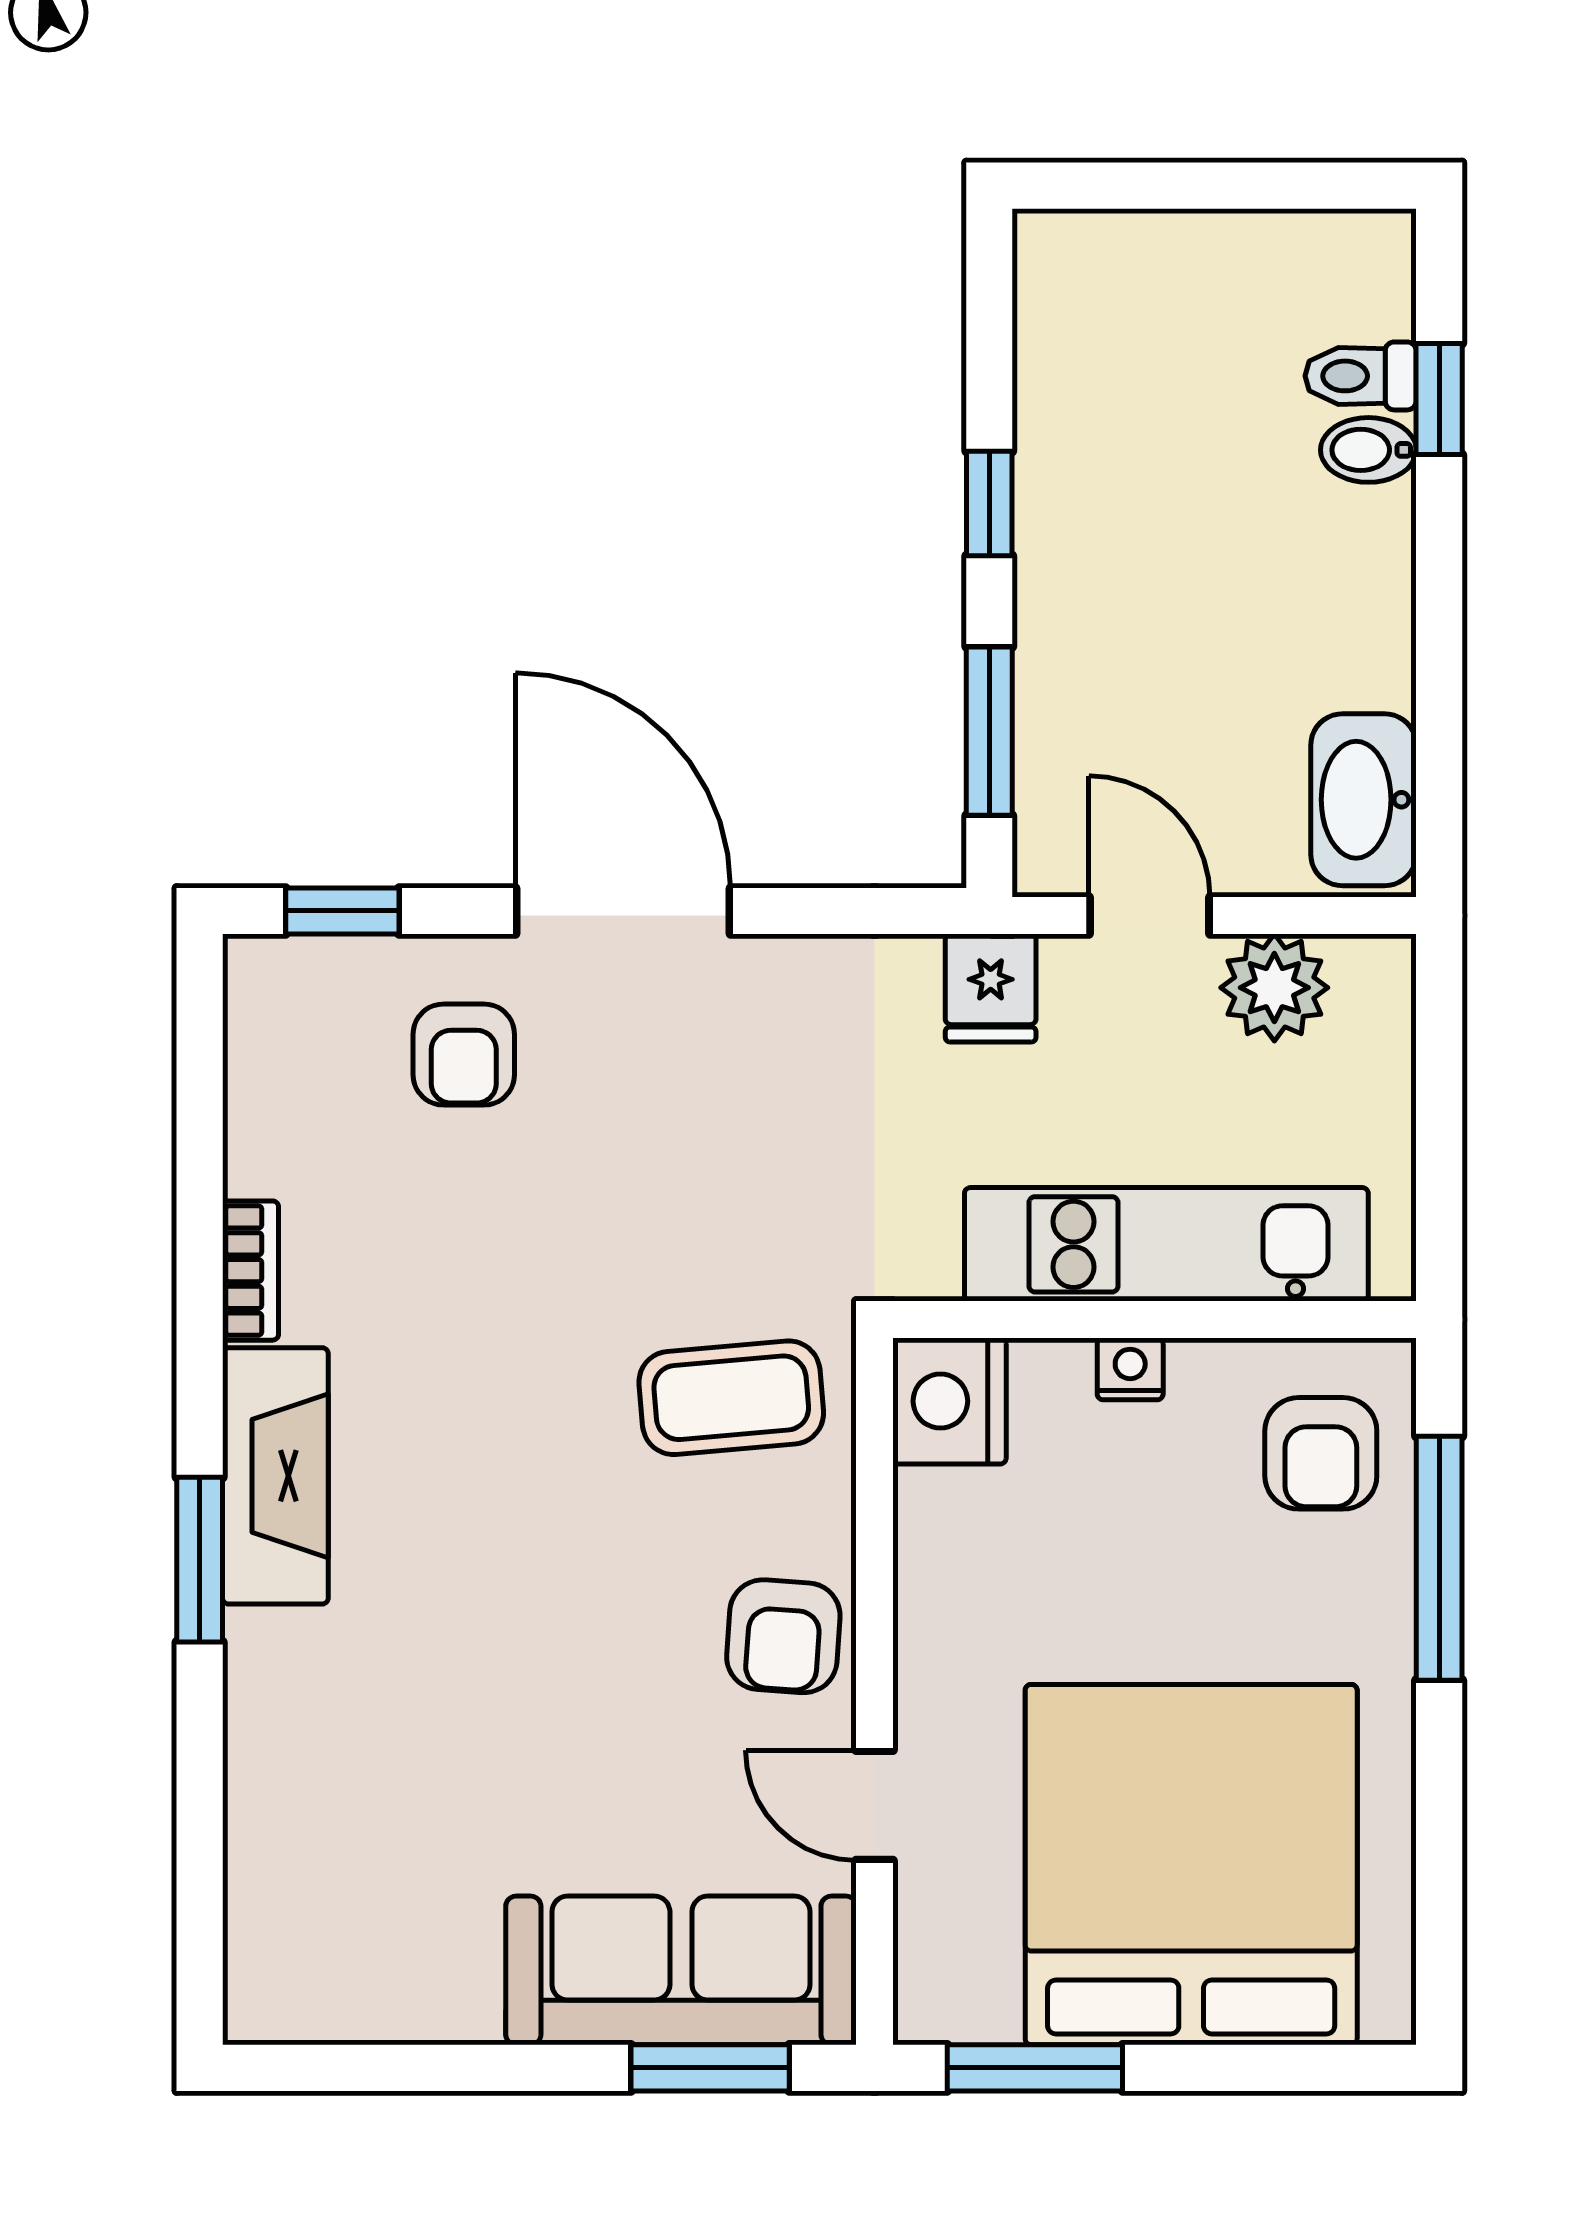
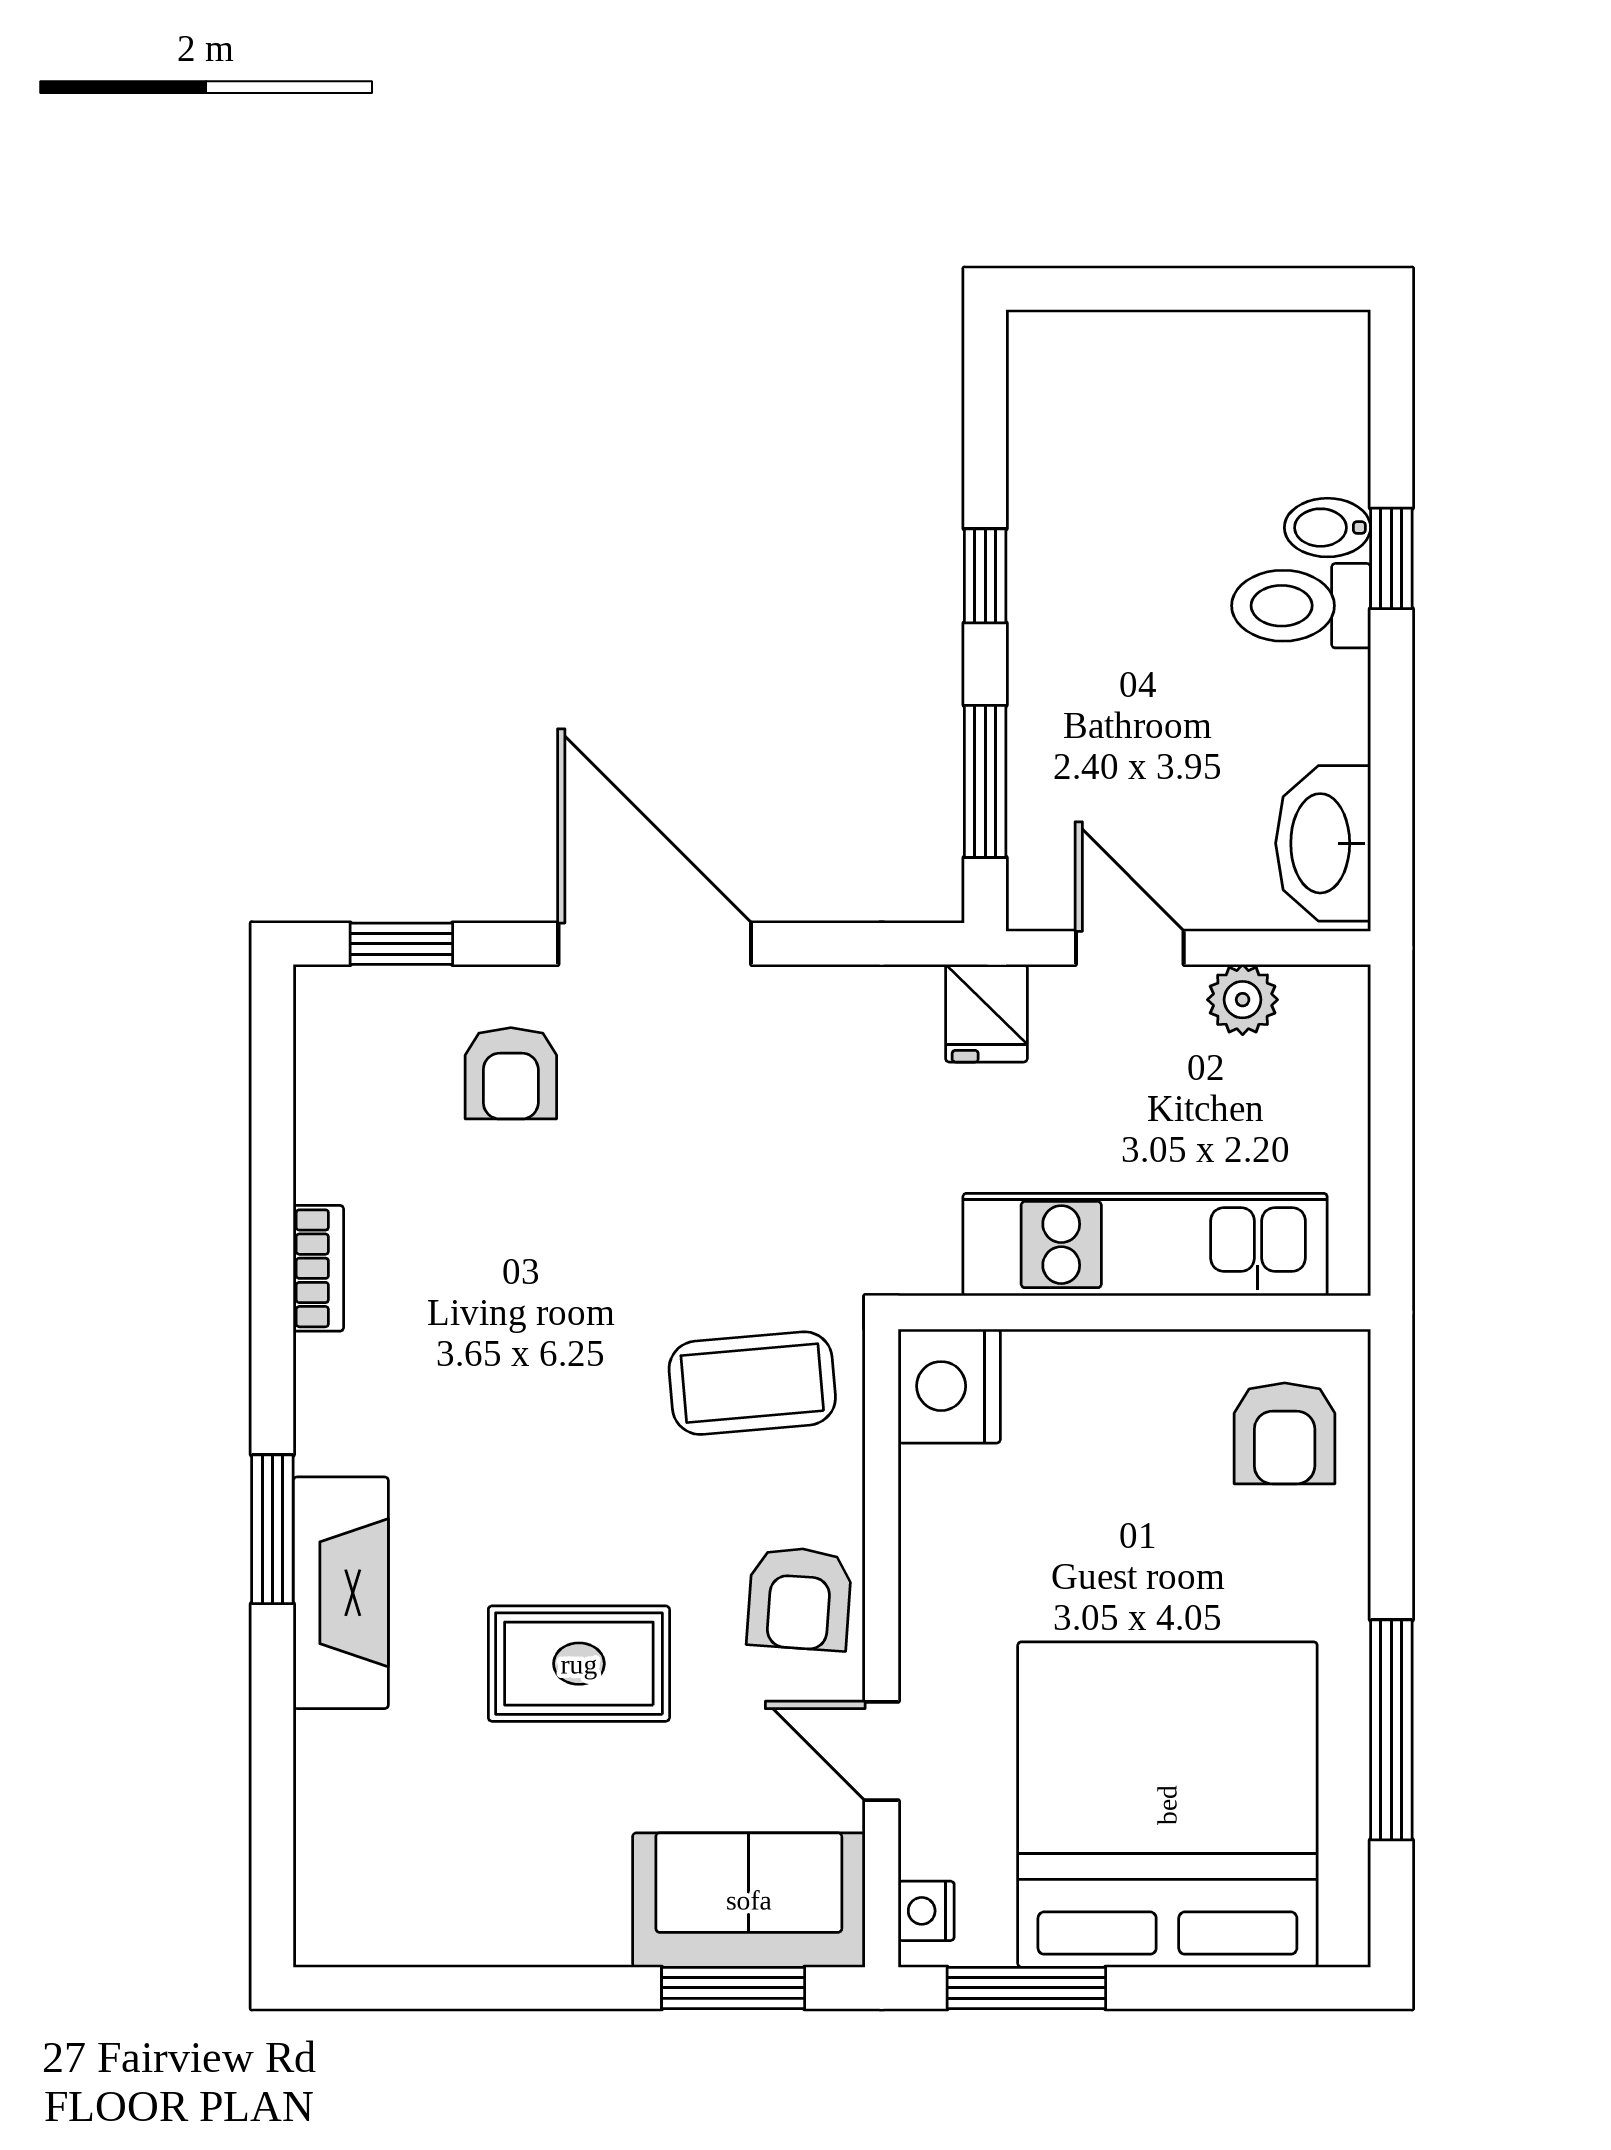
toilet: (1361, 376) -> (1301, 606), moved, width x1.37, depth x1.39
window: (1439, 399) -> (1391, 558), moved
plant: (1274, 988) -> (1243, 1000), width x0.73, depth x0.73
nightstand: (1130, 1369) -> (926, 1911), moved, turned -90
fireplace: (275, 1476) -> (341, 1593), moved
window: (1439, 1558) -> (1391, 1730), moved
rug: (539, 1708) -> (579, 1664), added
sofa: (681, 1970) -> (749, 1900), width x0.73

